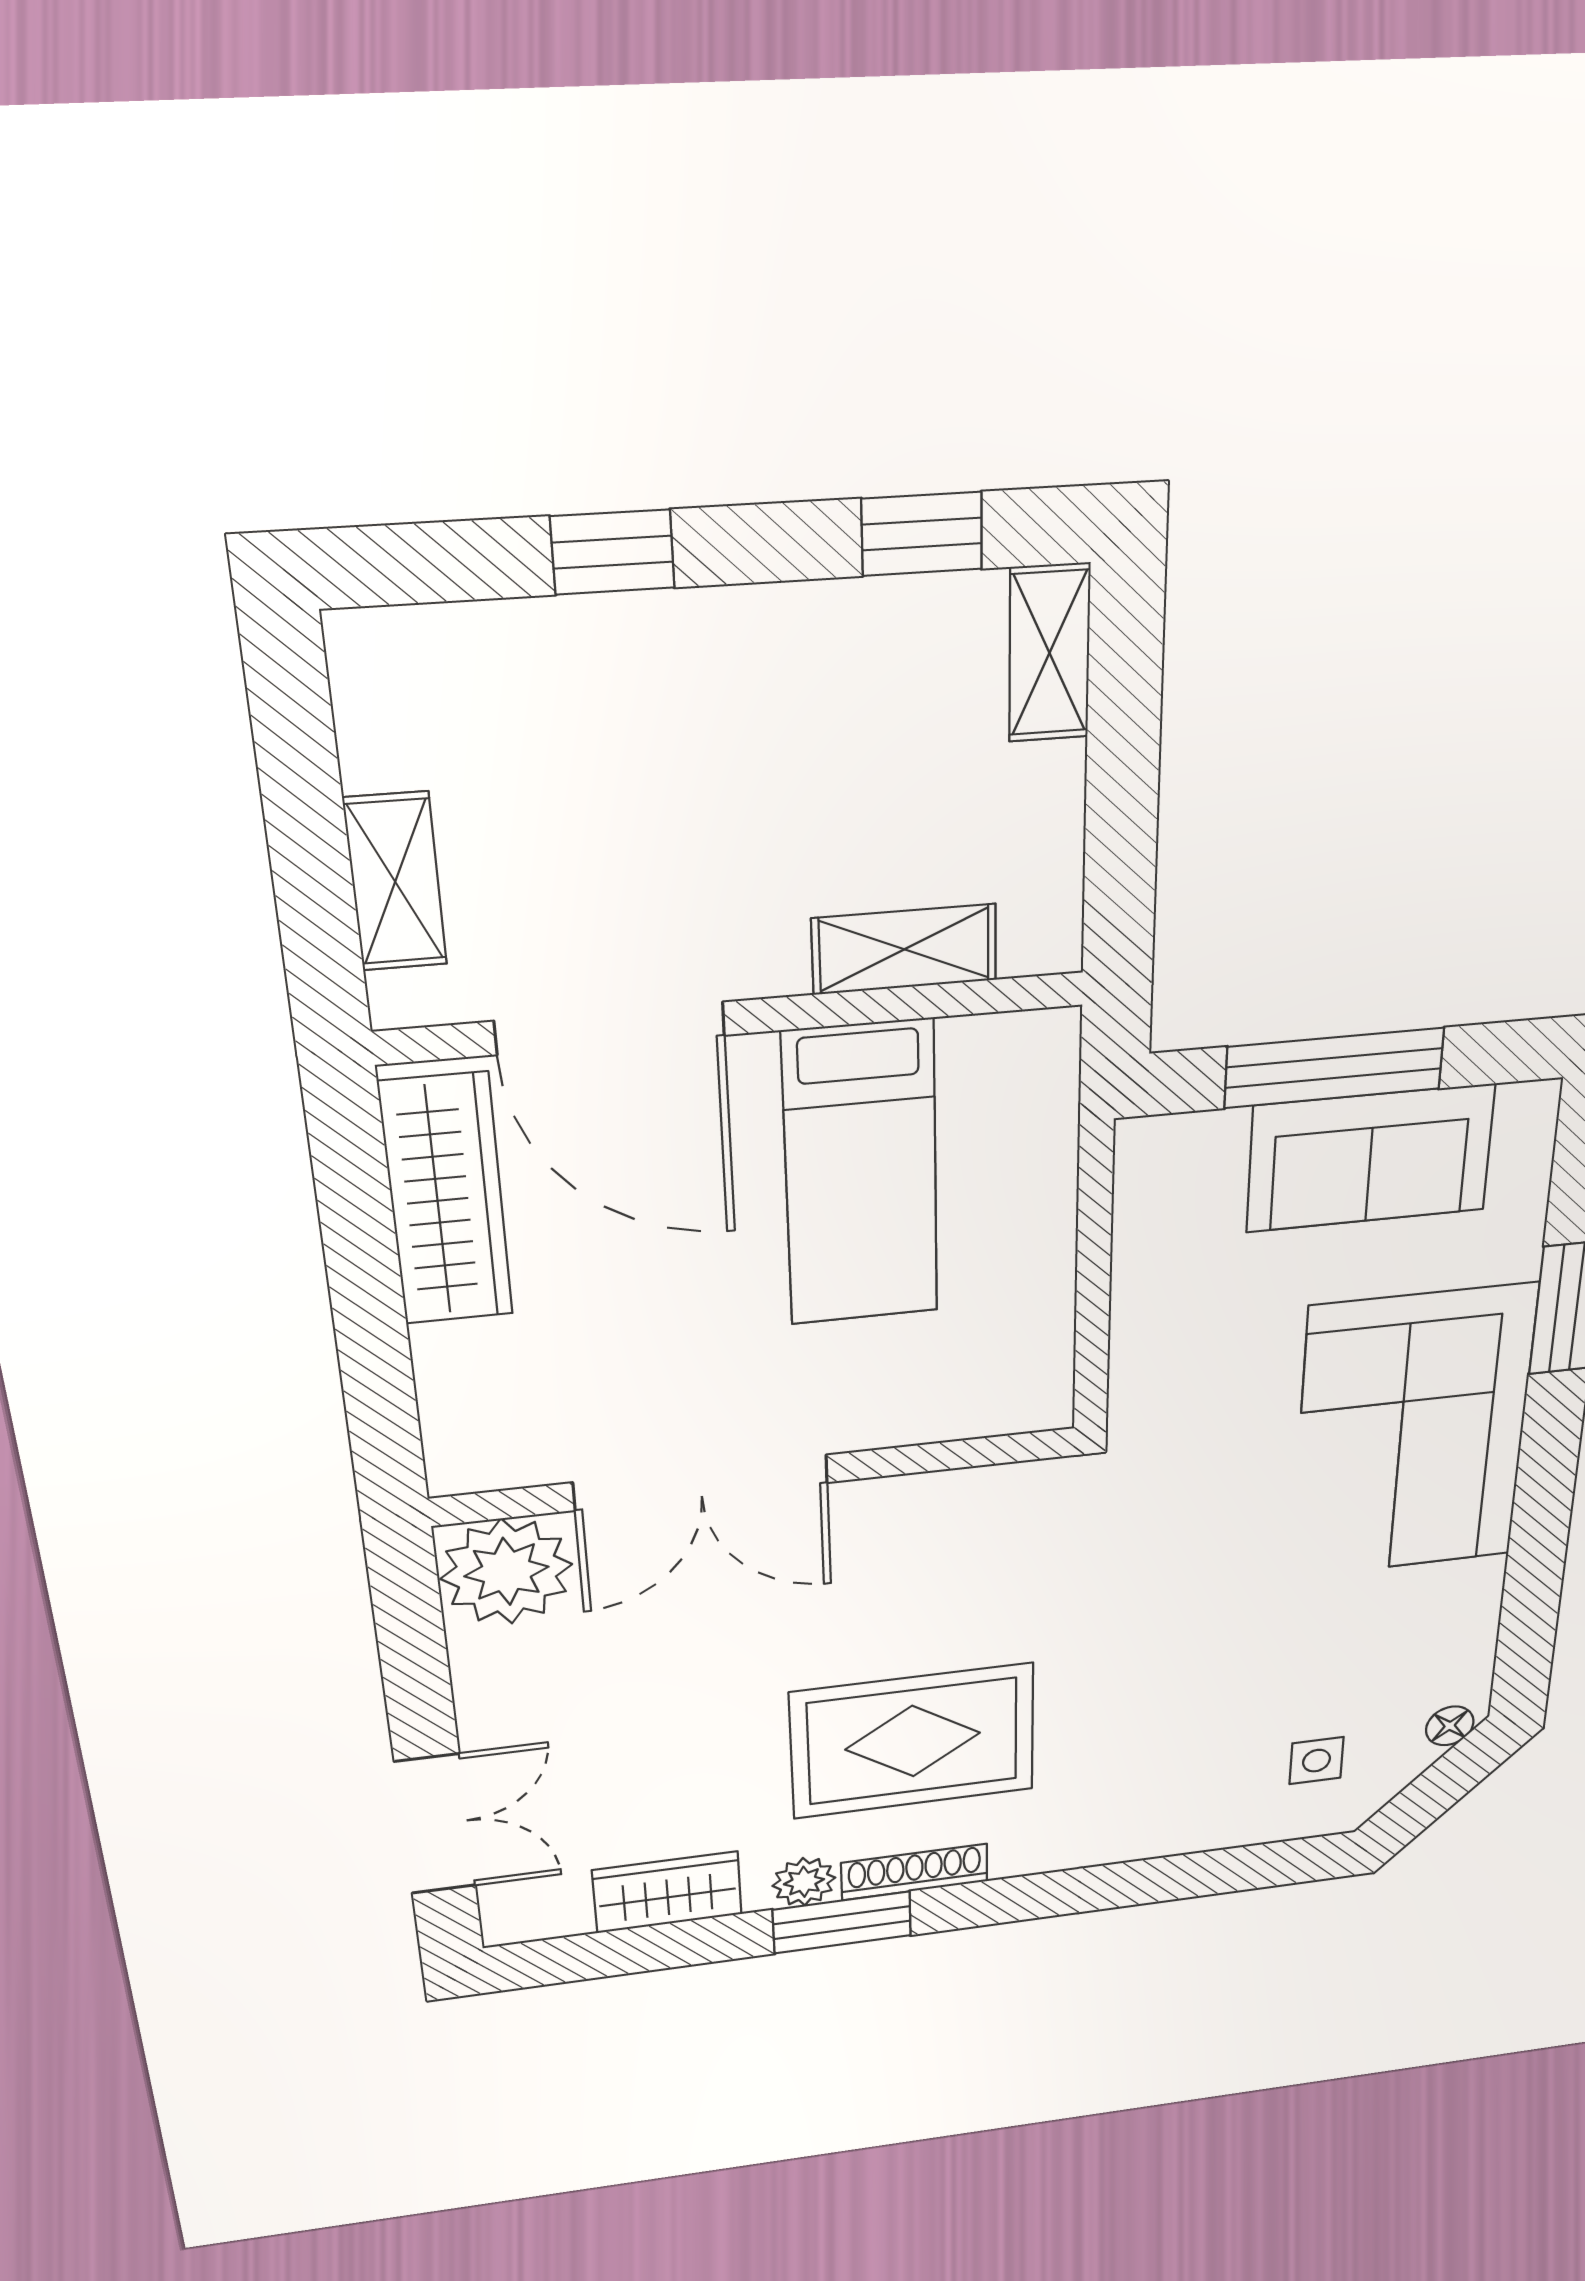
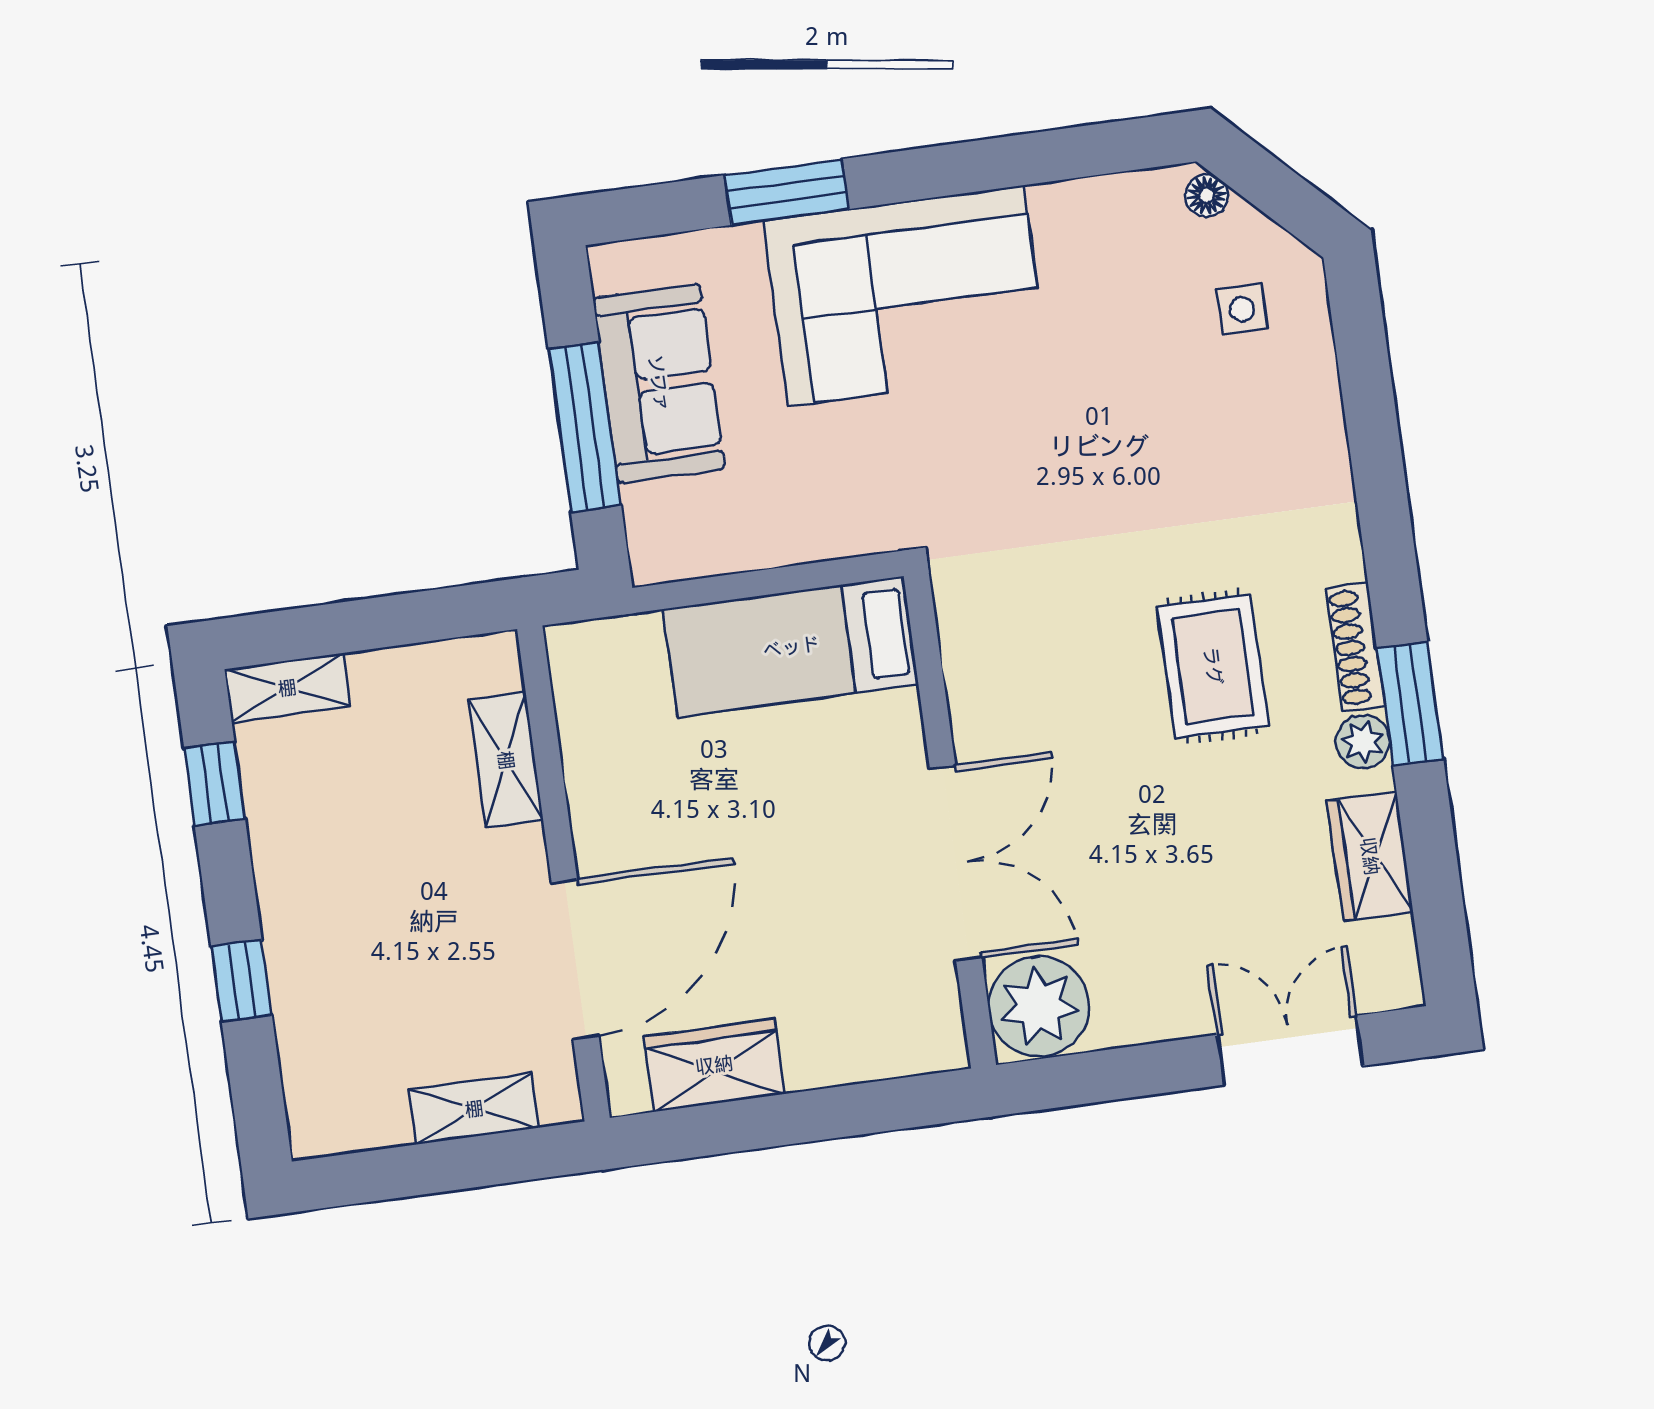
bed: (861, 1174) -> (791, 647), moved, turned 180
wardrobe: (446, 1200) -> (714, 1065), width x0.67
rug: (913, 1741) -> (1213, 666), width x0.73, depth x0.70

